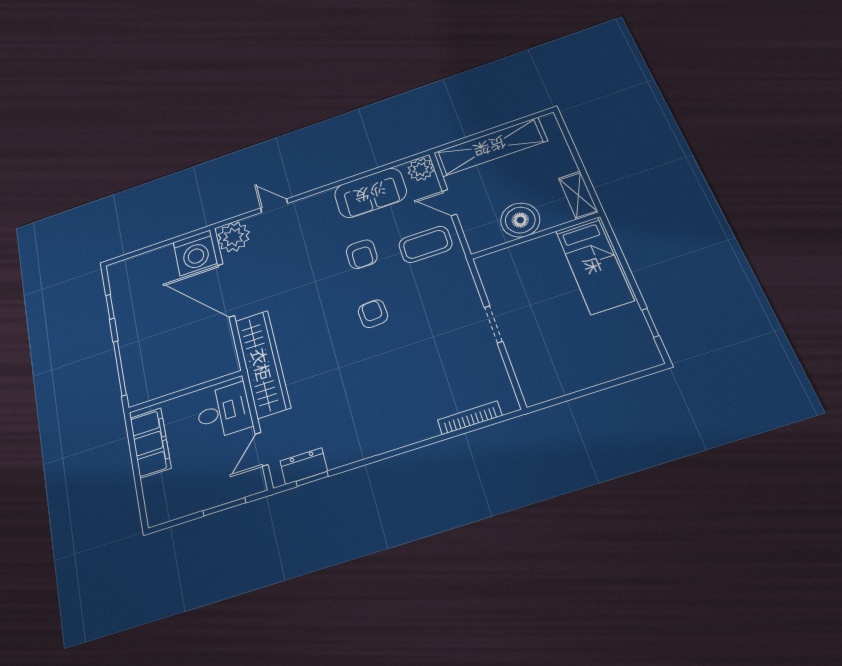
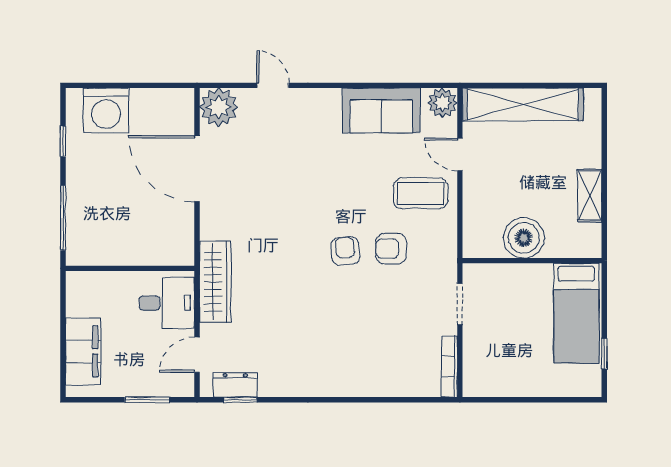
boiler: (520, 220) -> (524, 238), moved
wall: (535, 236) -> (532, 261), moved
washing machine: (195, 253) -> (106, 110), moved
armchair: (362, 254) -> (391, 249), moved, turned 90
bed: (594, 265) -> (576, 313), moved
wardrobe: (262, 364) -> (215, 282), width x0.71, depth x0.85
bookcase: (470, 418) -> (449, 366), moved, turned -90
filing cabinet: (150, 443) -> (83, 351), moved

